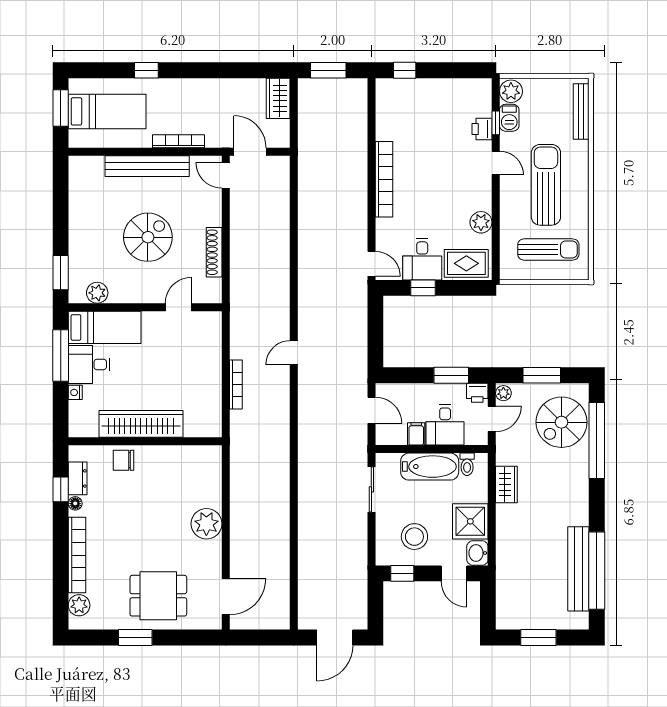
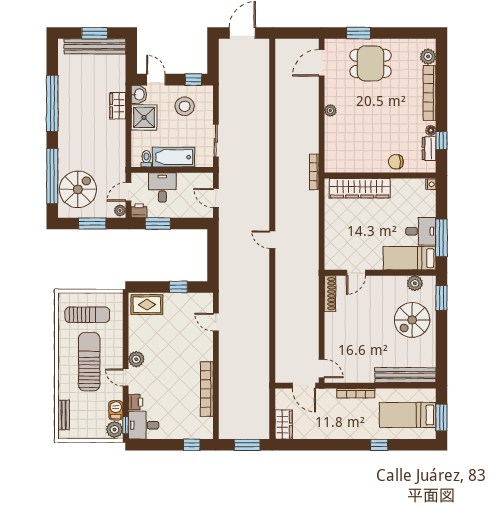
bench: (581, 111) -> (64, 415), width x0.73
window: (496, 123) -> (126, 425), moved
bench: (147, 166) -> (405, 375), moved
bookcase: (384, 179) -> (207, 389), moved
sun lounger: (546, 185) -> (89, 362), turned 180
plant: (481, 222) -> (136, 359), moved
spiral stairs: (148, 237) -> (412, 320), moved
sun lounger: (548, 249) -> (87, 315), turned 180
shoe rack: (214, 252) -> (330, 294), moved
desk: (422, 259) -> (144, 425), moved, turned -90
door: (371, 264) -> (216, 322), moved
door: (294, 353) -> (272, 240), swing flipped
bookcase: (236, 385) -> (314, 172), moved
nightstand: (75, 392) -> (431, 184), moved
wardrobe: (141, 424) -> (360, 188), moved
filing cabinet: (416, 434) -> (183, 181), removed
chair: (123, 460) -> (396, 162), turned 180
wardrobe: (506, 485) -> (118, 106), moved
plant: (206, 524) -> (330, 110), width x0.53, depth x0.53
bench: (578, 569) -> (95, 46), moved, turned 90
window: (597, 571) -> (52, 103), moved
window: (135, 637) -> (359, 33), moved

